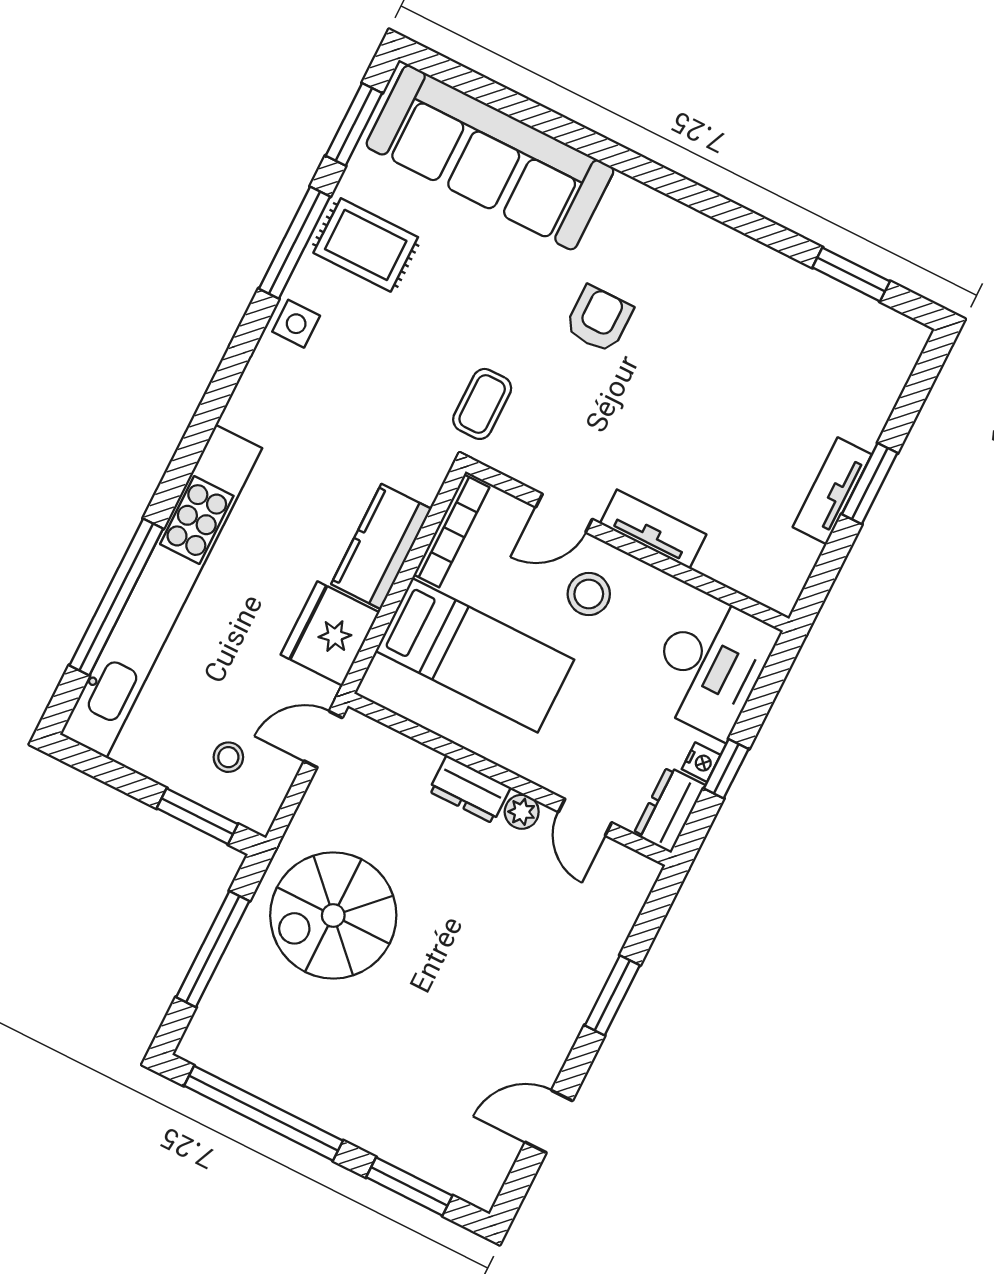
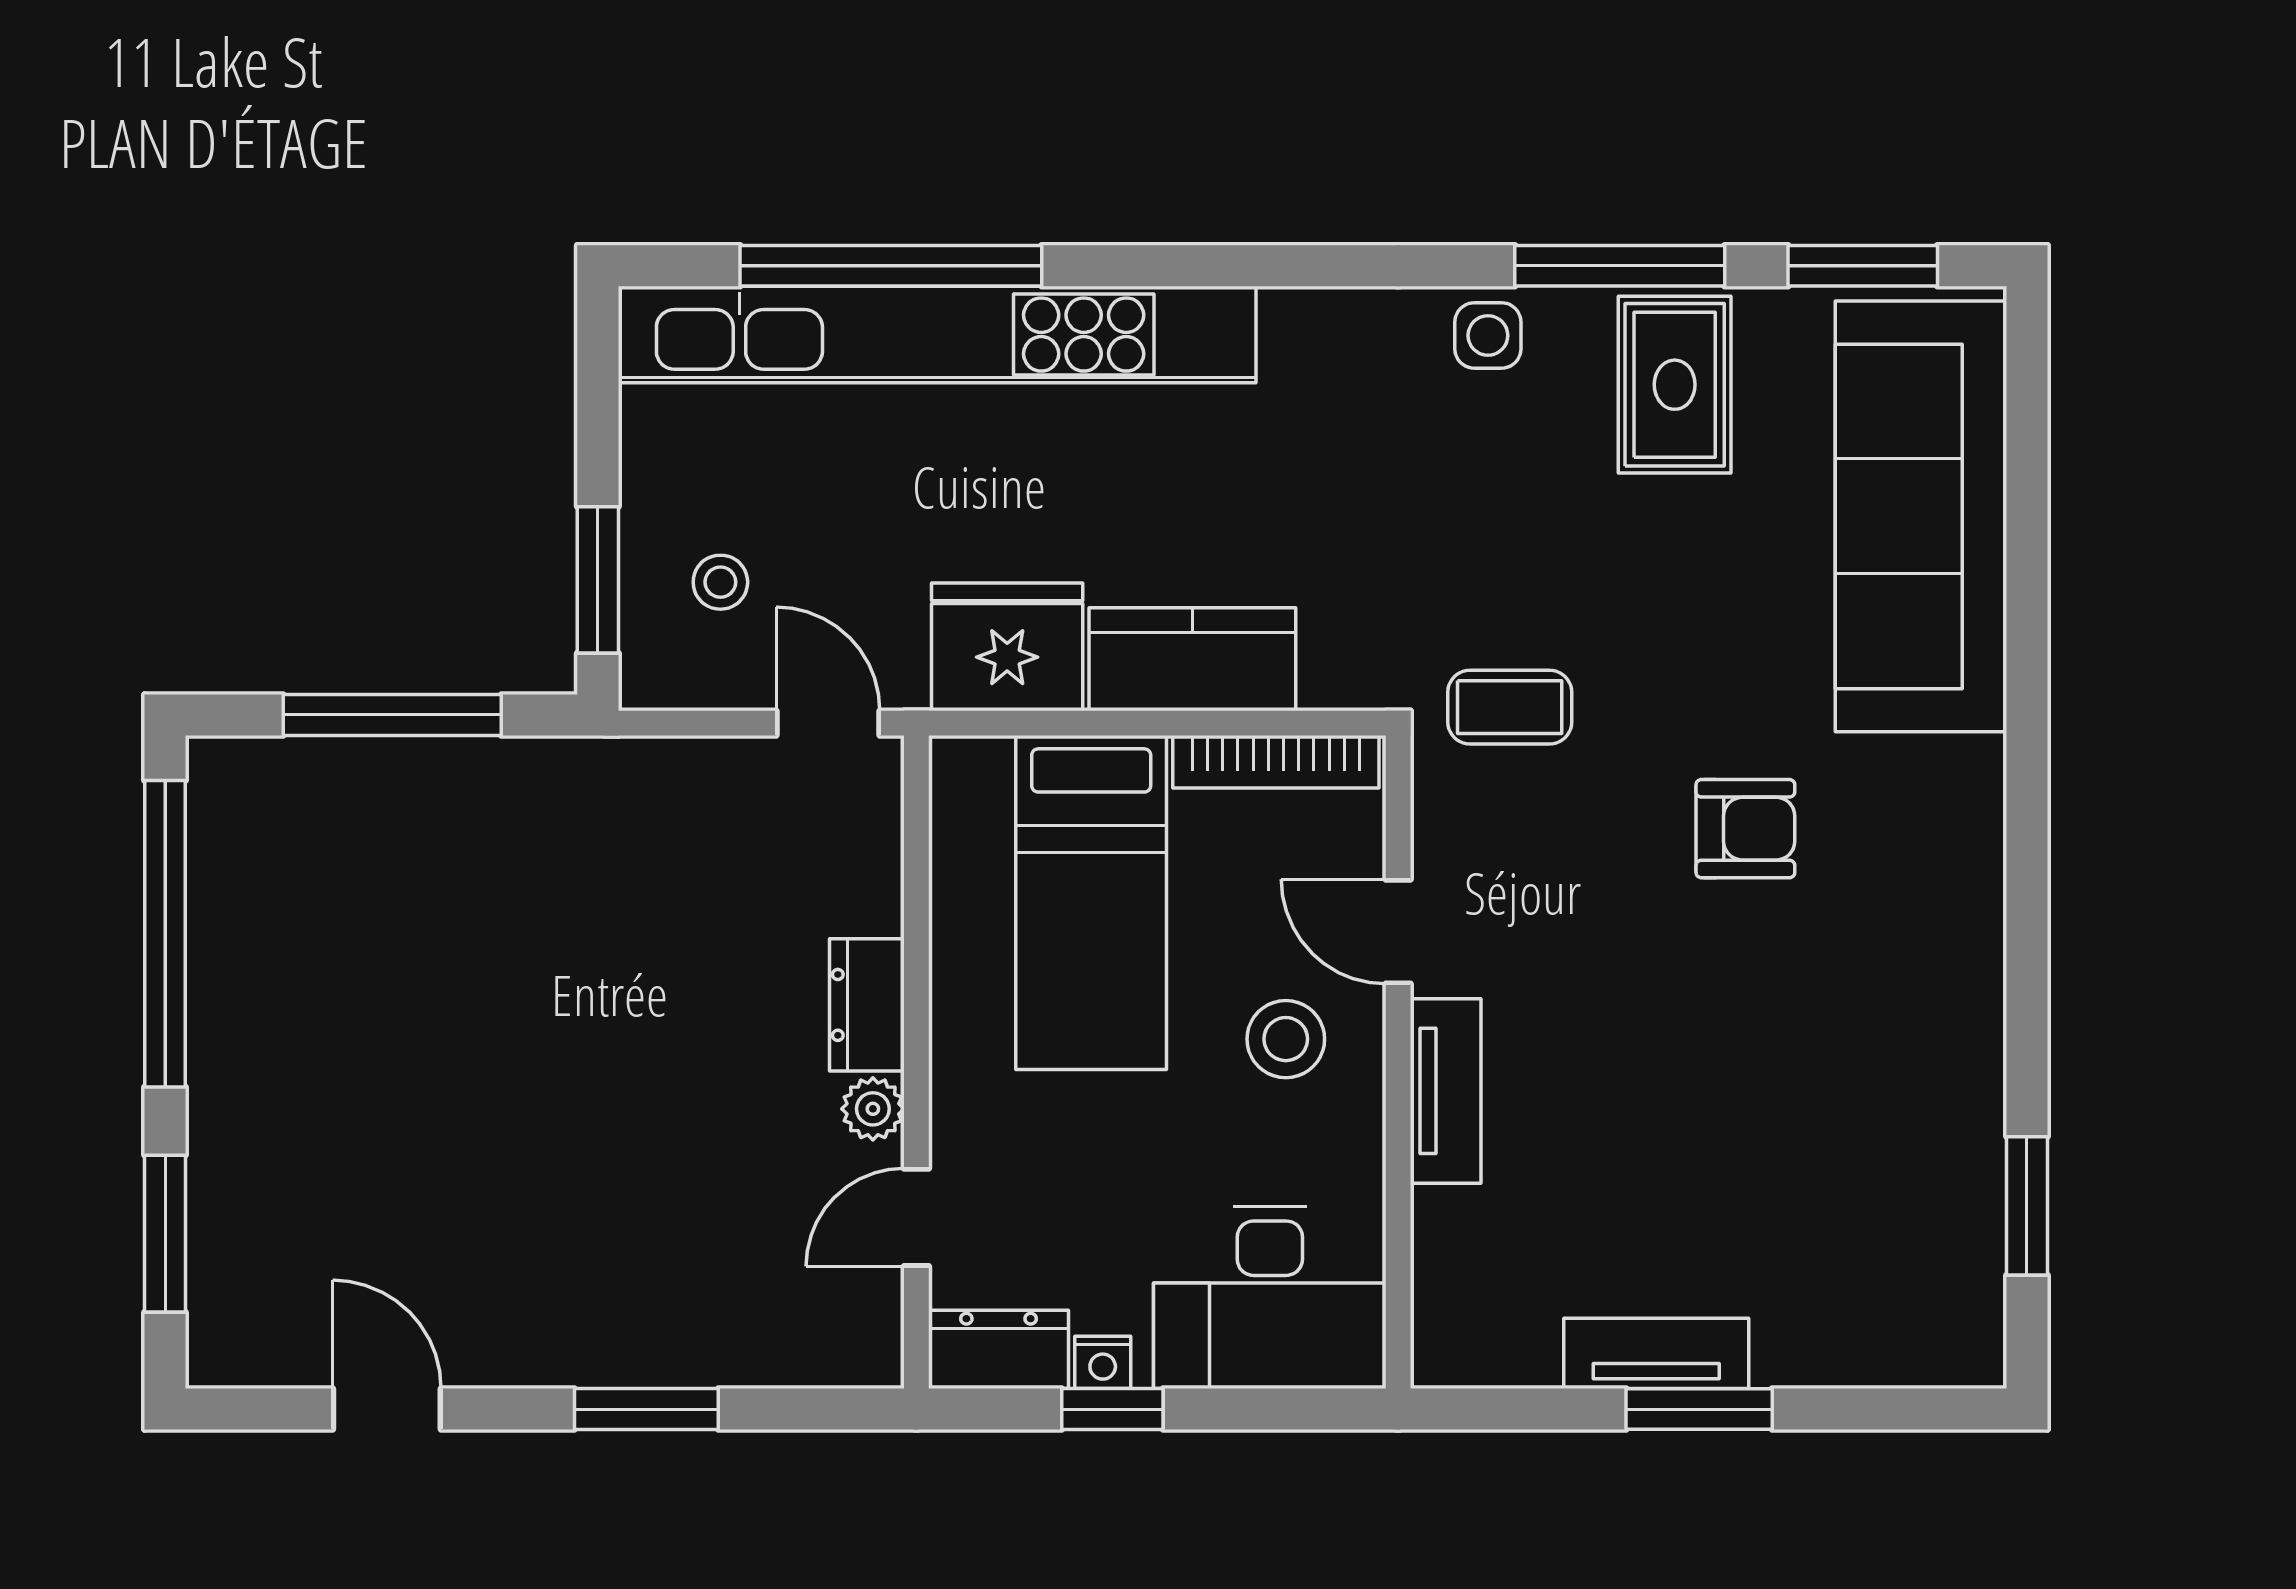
spiral stairs: (333, 916) -> (547, 885), removed

